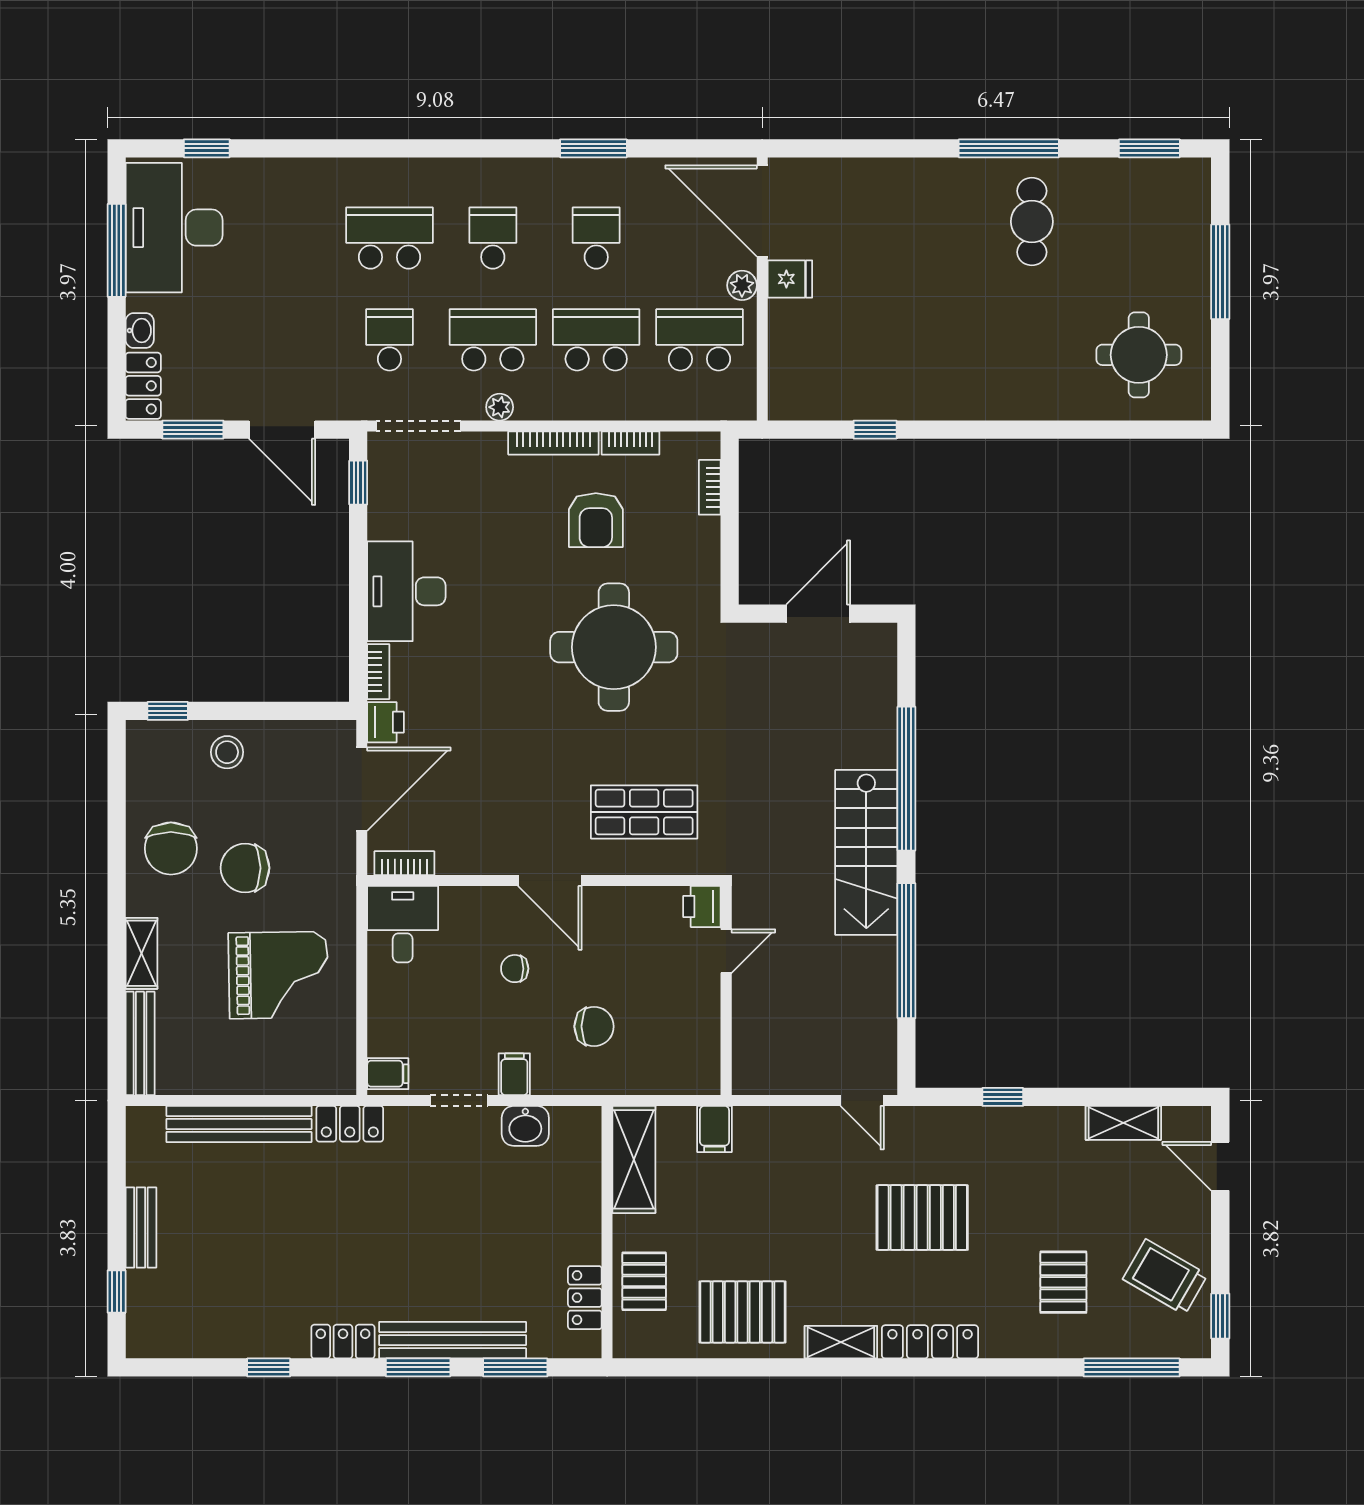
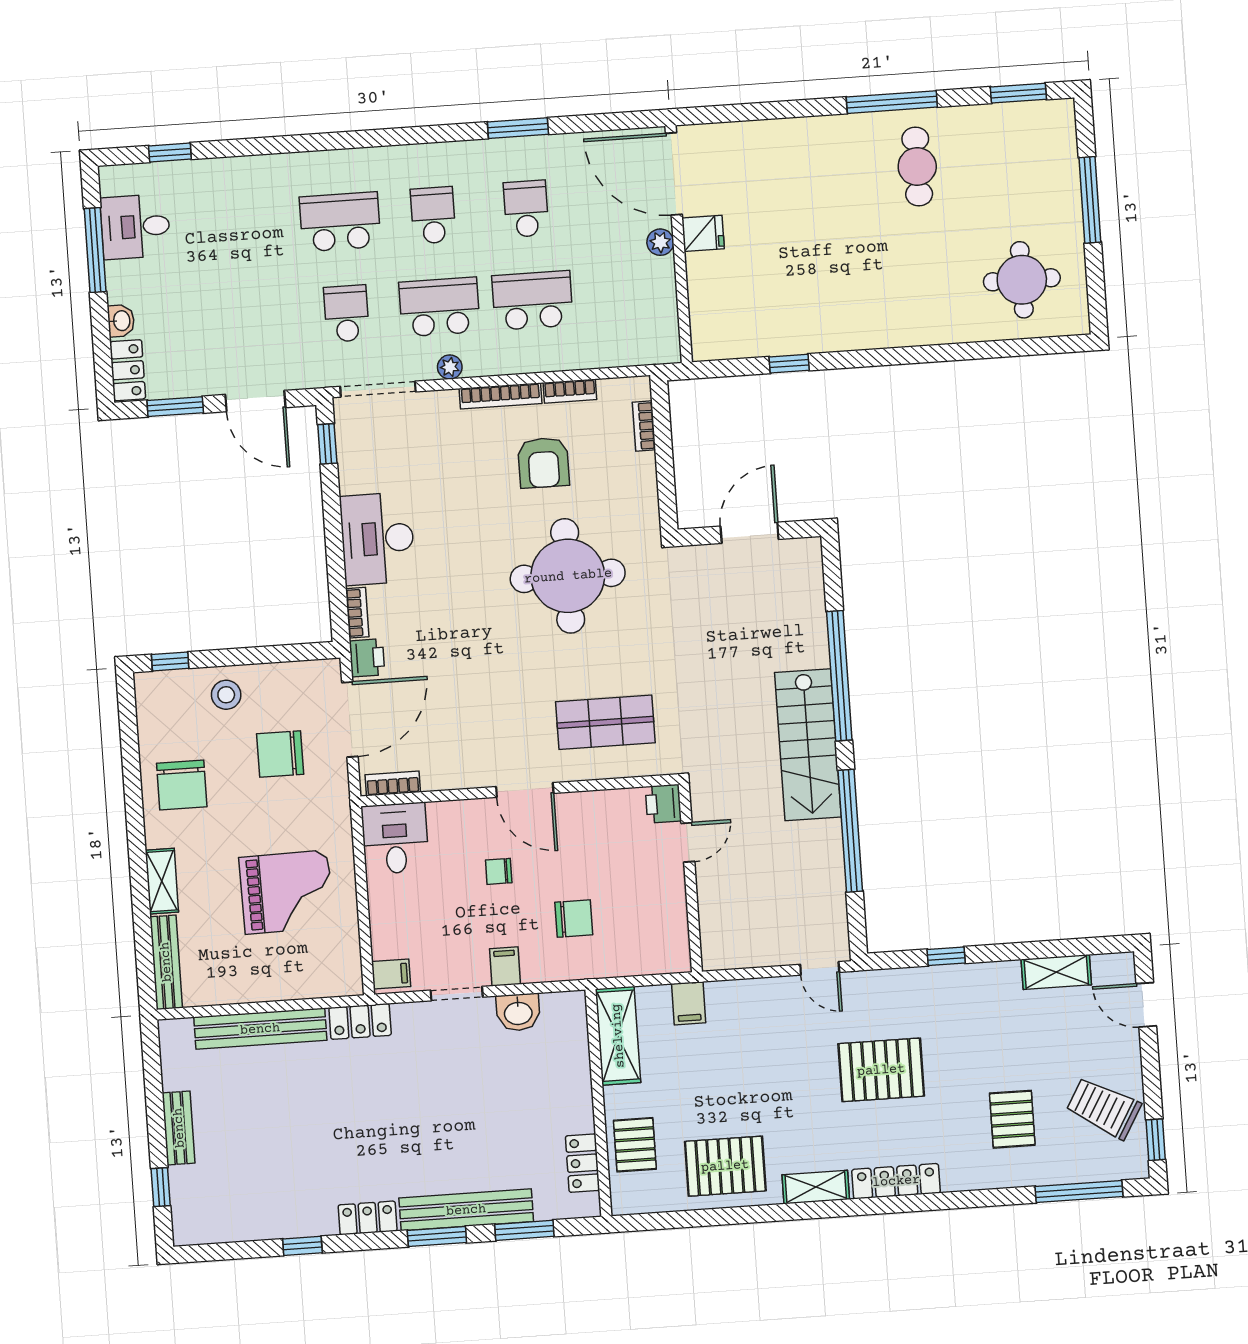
desk: (174, 228) -> (135, 227), width x0.53, depth x0.77
school desk: (700, 340) -> (626, 294), removed
chair: (245, 868) -> (280, 754), moved

